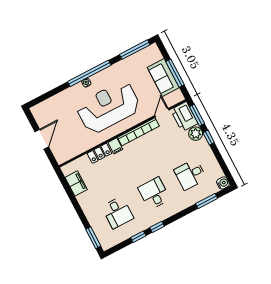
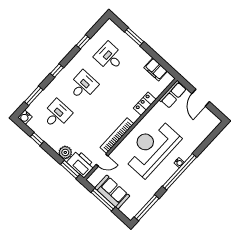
reception desk: (108, 107) -> (152, 148), turned 180
door: (162, 113) -> (102, 160), hinge flipped
window: (209, 138) -> (37, 139), moved
filing cabinet: (115, 146) -> (133, 116), removed
row of seats: (68, 153) -> (173, 94), added
desk: (154, 193) -> (83, 86), turned -90
window: (157, 227) -> (57, 71), moved
window: (93, 238) -> (134, 37), moved

